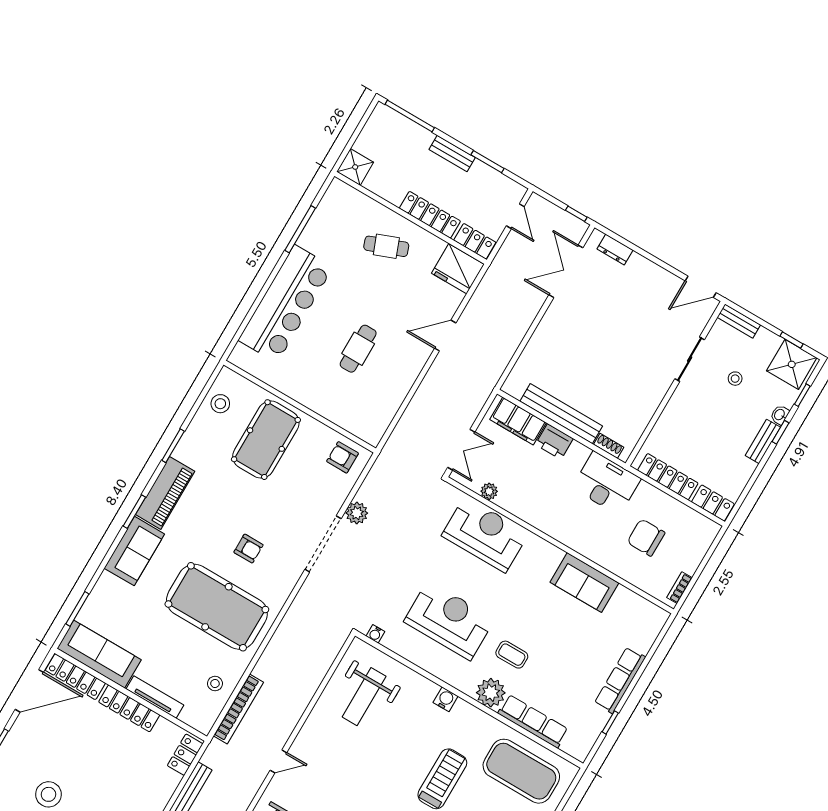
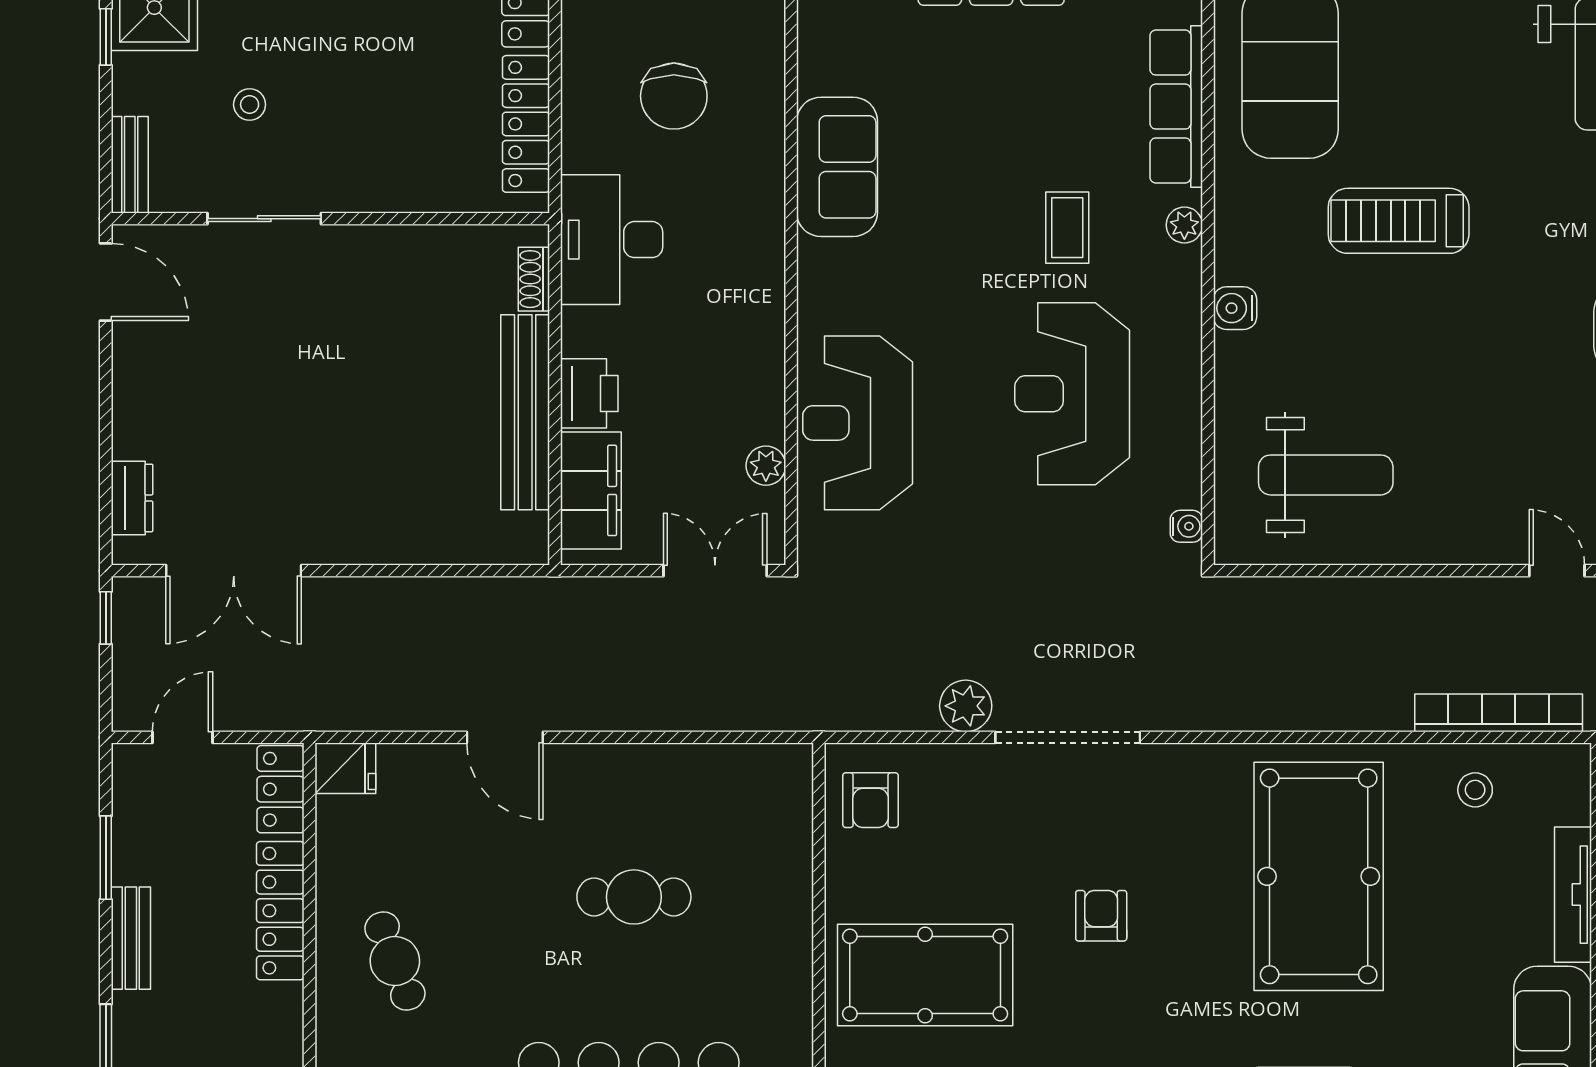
fridge: (458, 269) -> (345, 768), width x0.53, depth x0.75
armchair: (248, 549) -> (1101, 916), moved
plant: (491, 693) -> (1184, 225), width x0.53, depth x0.53

